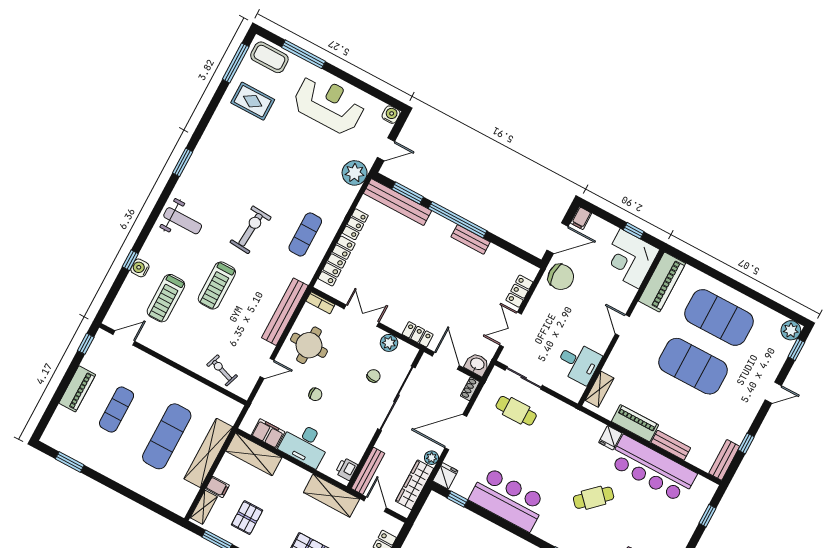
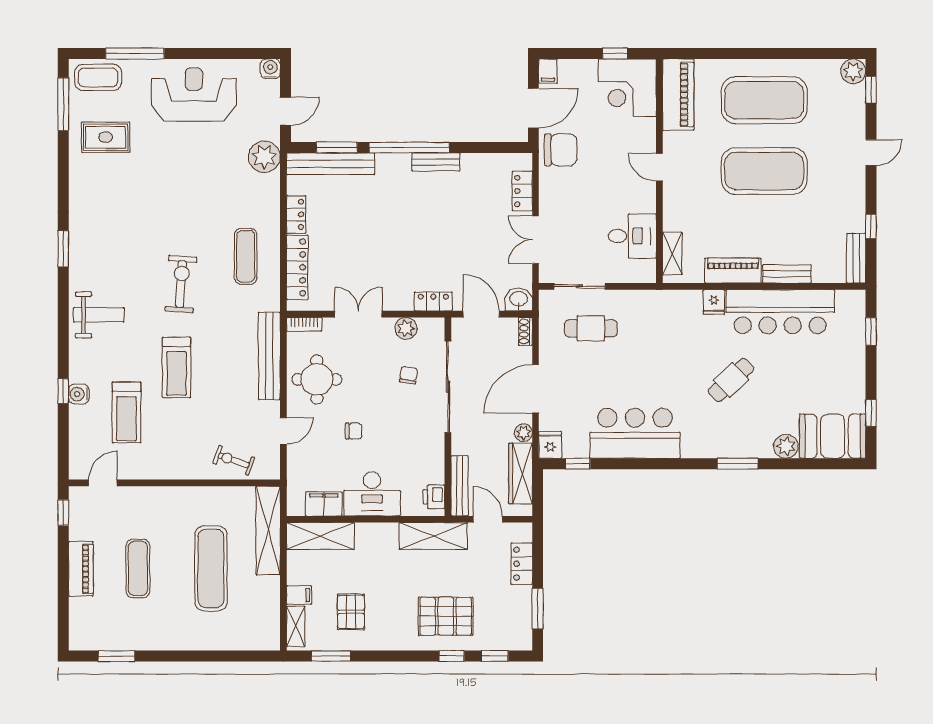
shelving: (208, 453) -> (268, 530), moved

